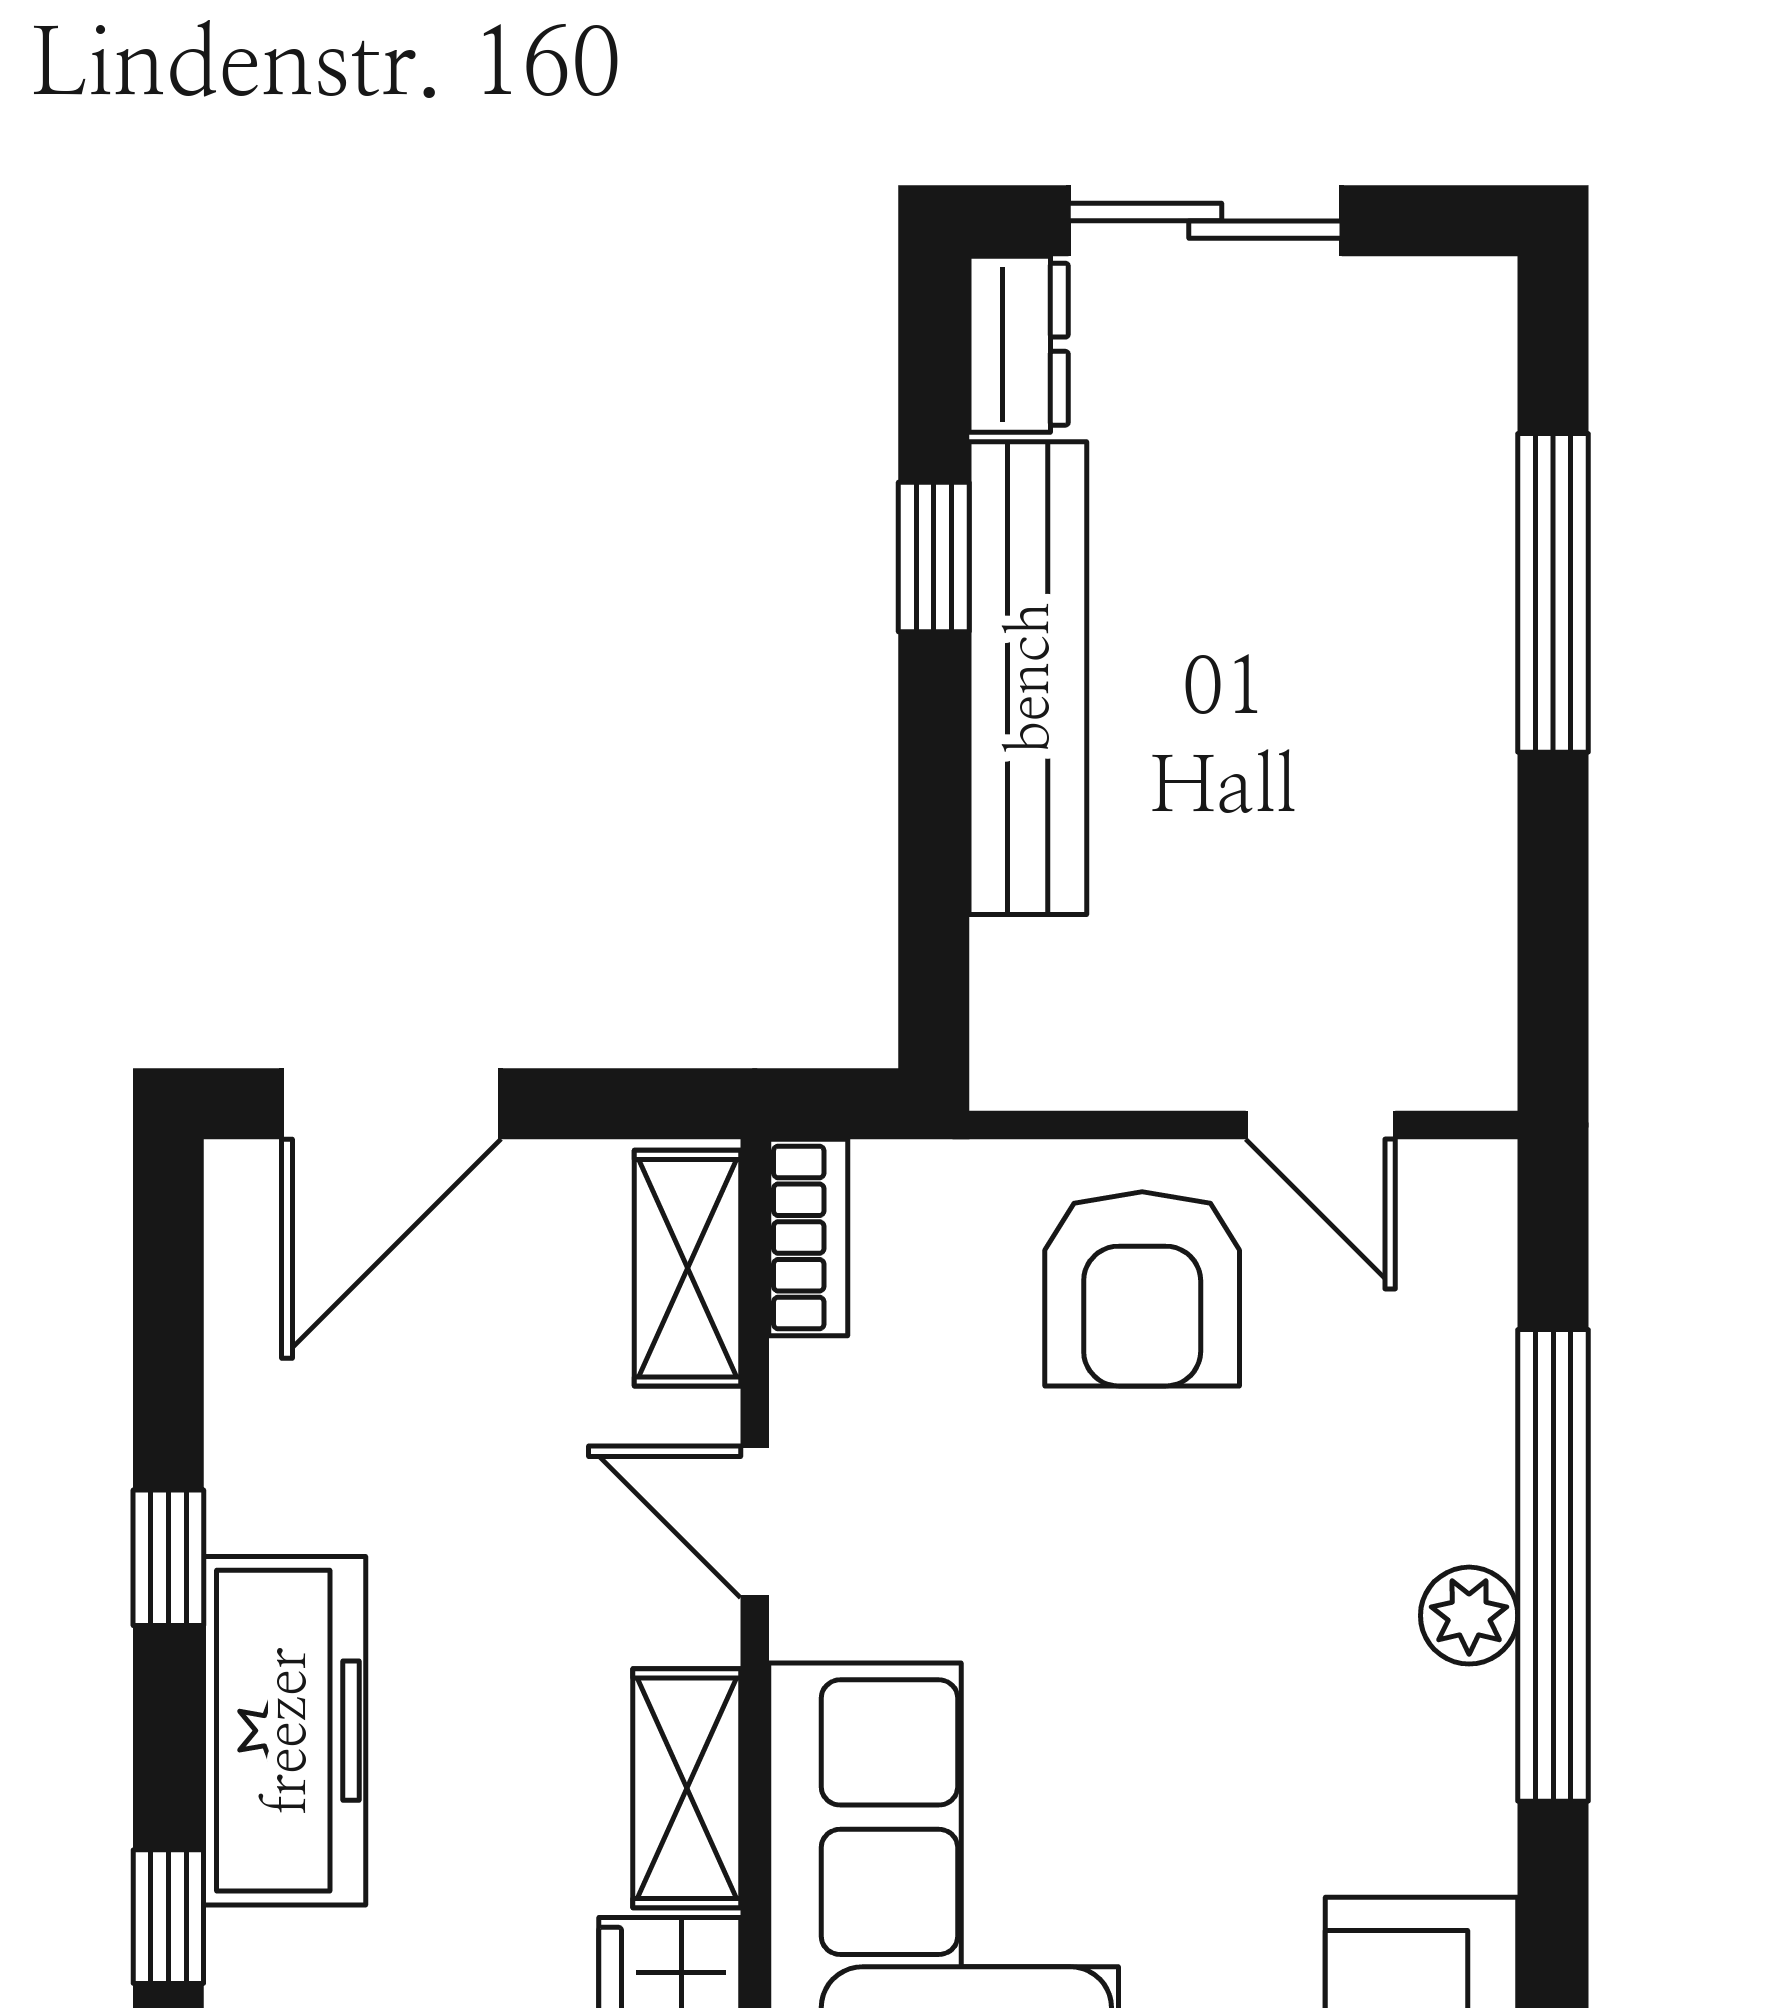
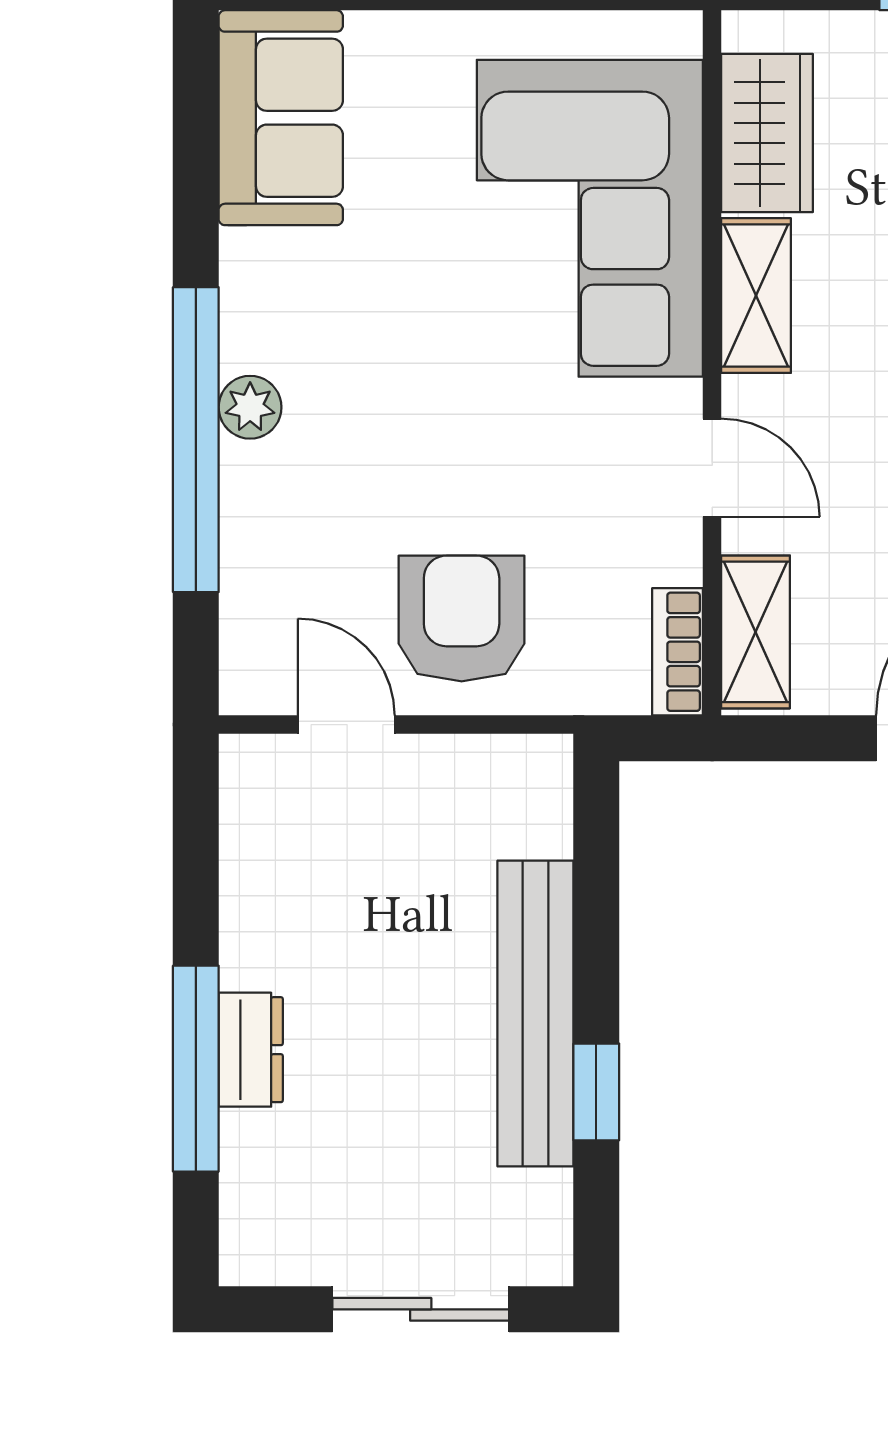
dresser: (1019, 344) -> (251, 1050), moved, turned 180

